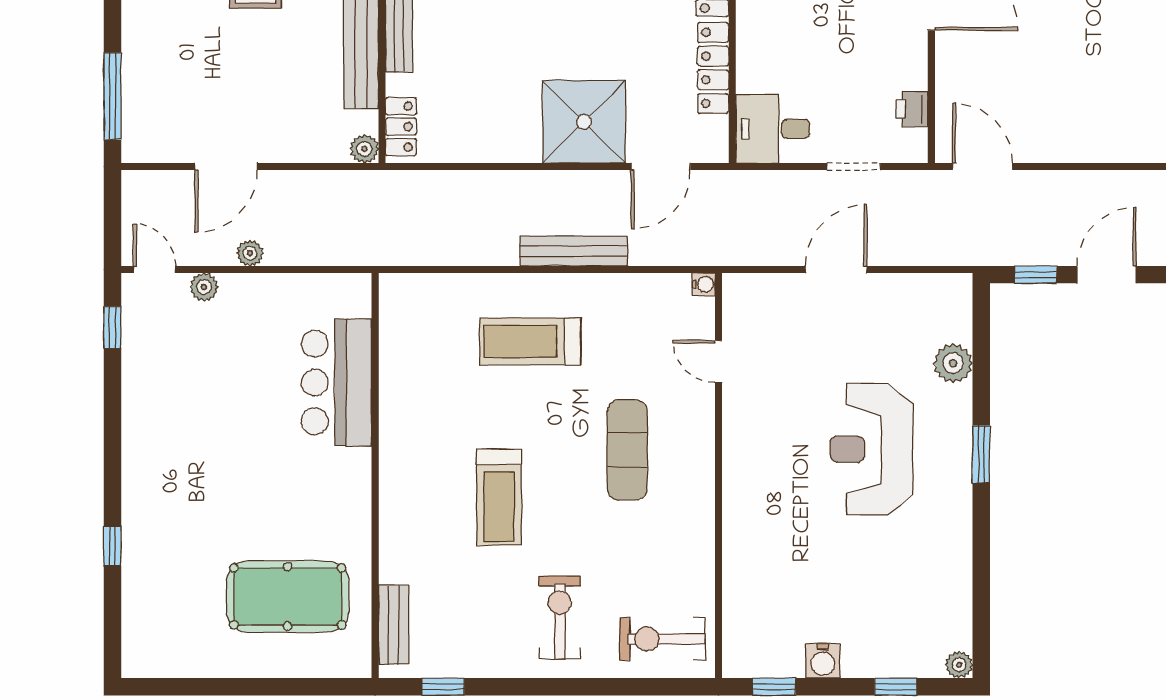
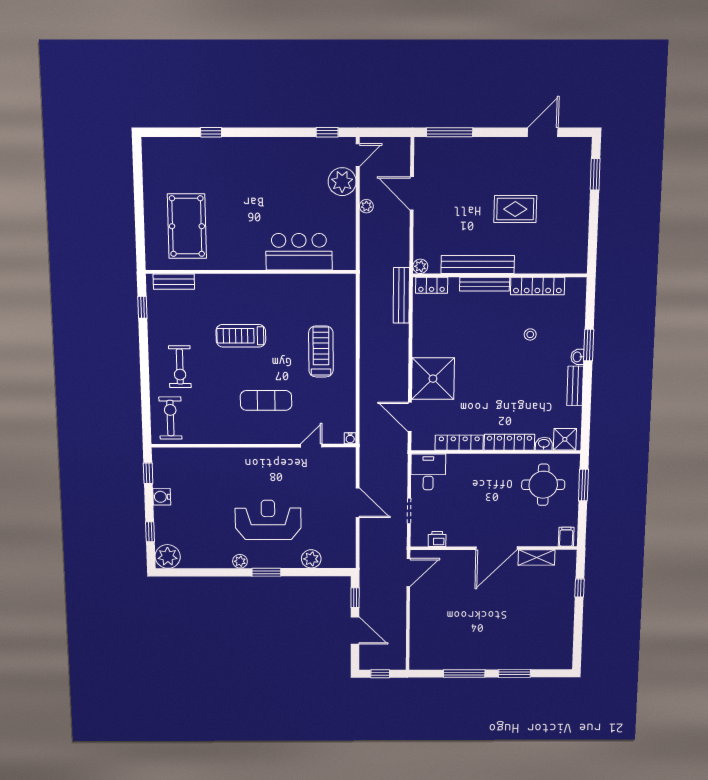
bench: (574, 251) -> (401, 295), moved
plant: (204, 287) -> (342, 182), width x1.88, depth x1.88
plant: (958, 507) -> (240, 561), added
exercise bike: (560, 618) -> (180, 367), turned 90
plant: (959, 665) -> (168, 556), width x1.87, depth x1.87

